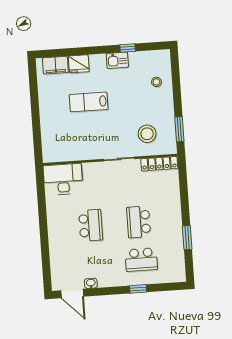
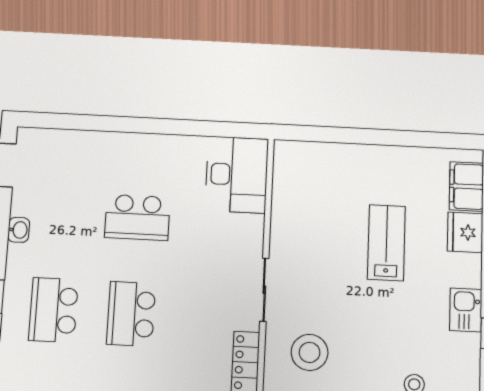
school desk: (139, 222) -> (131, 314), turned -90
washbasin: (91, 283) -> (19, 230), moved

